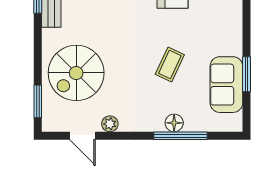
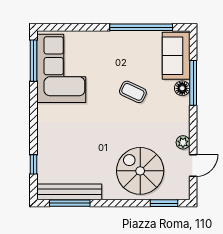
spiral stairs: (76, 73) -> (140, 171), turned 180
window: (246, 74) -> (141, 27), width x2.11
sofa: (226, 85) -> (176, 56), moved, turned 90

